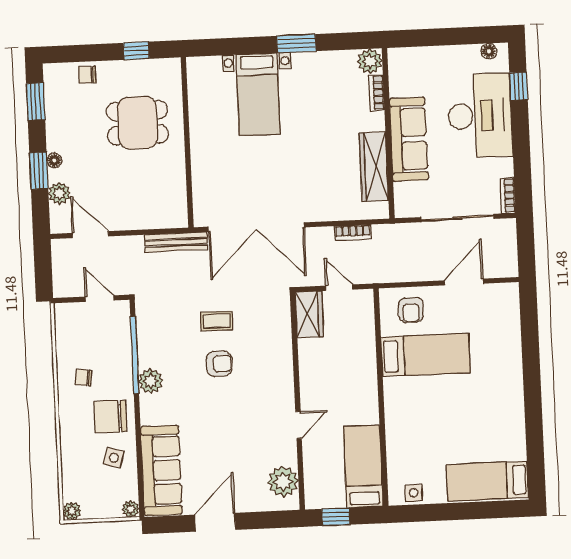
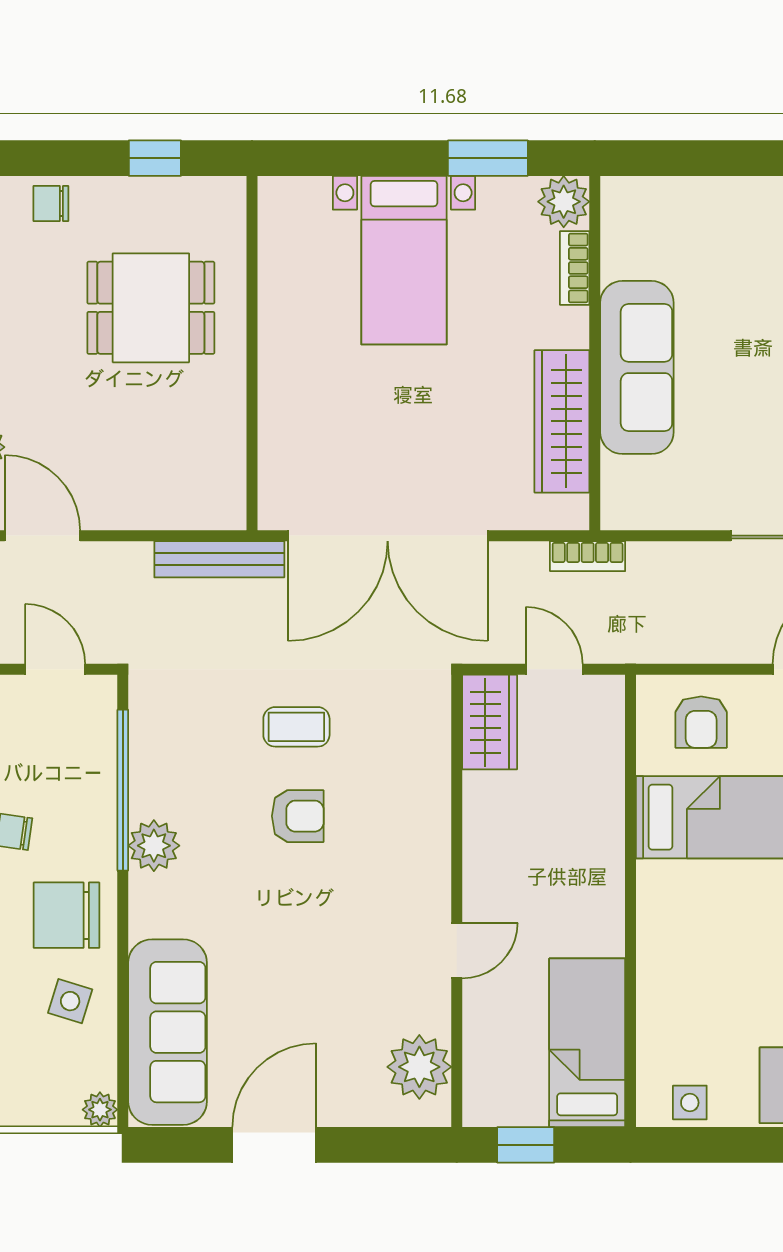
plant: (370, 61) -> (564, 202), moved
bookcase: (377, 93) -> (575, 268), moved
wall: (388, 133) -> (595, 353), moved
sofa: (409, 139) -> (637, 367), moved
wardrobe: (374, 167) -> (562, 421), moved

